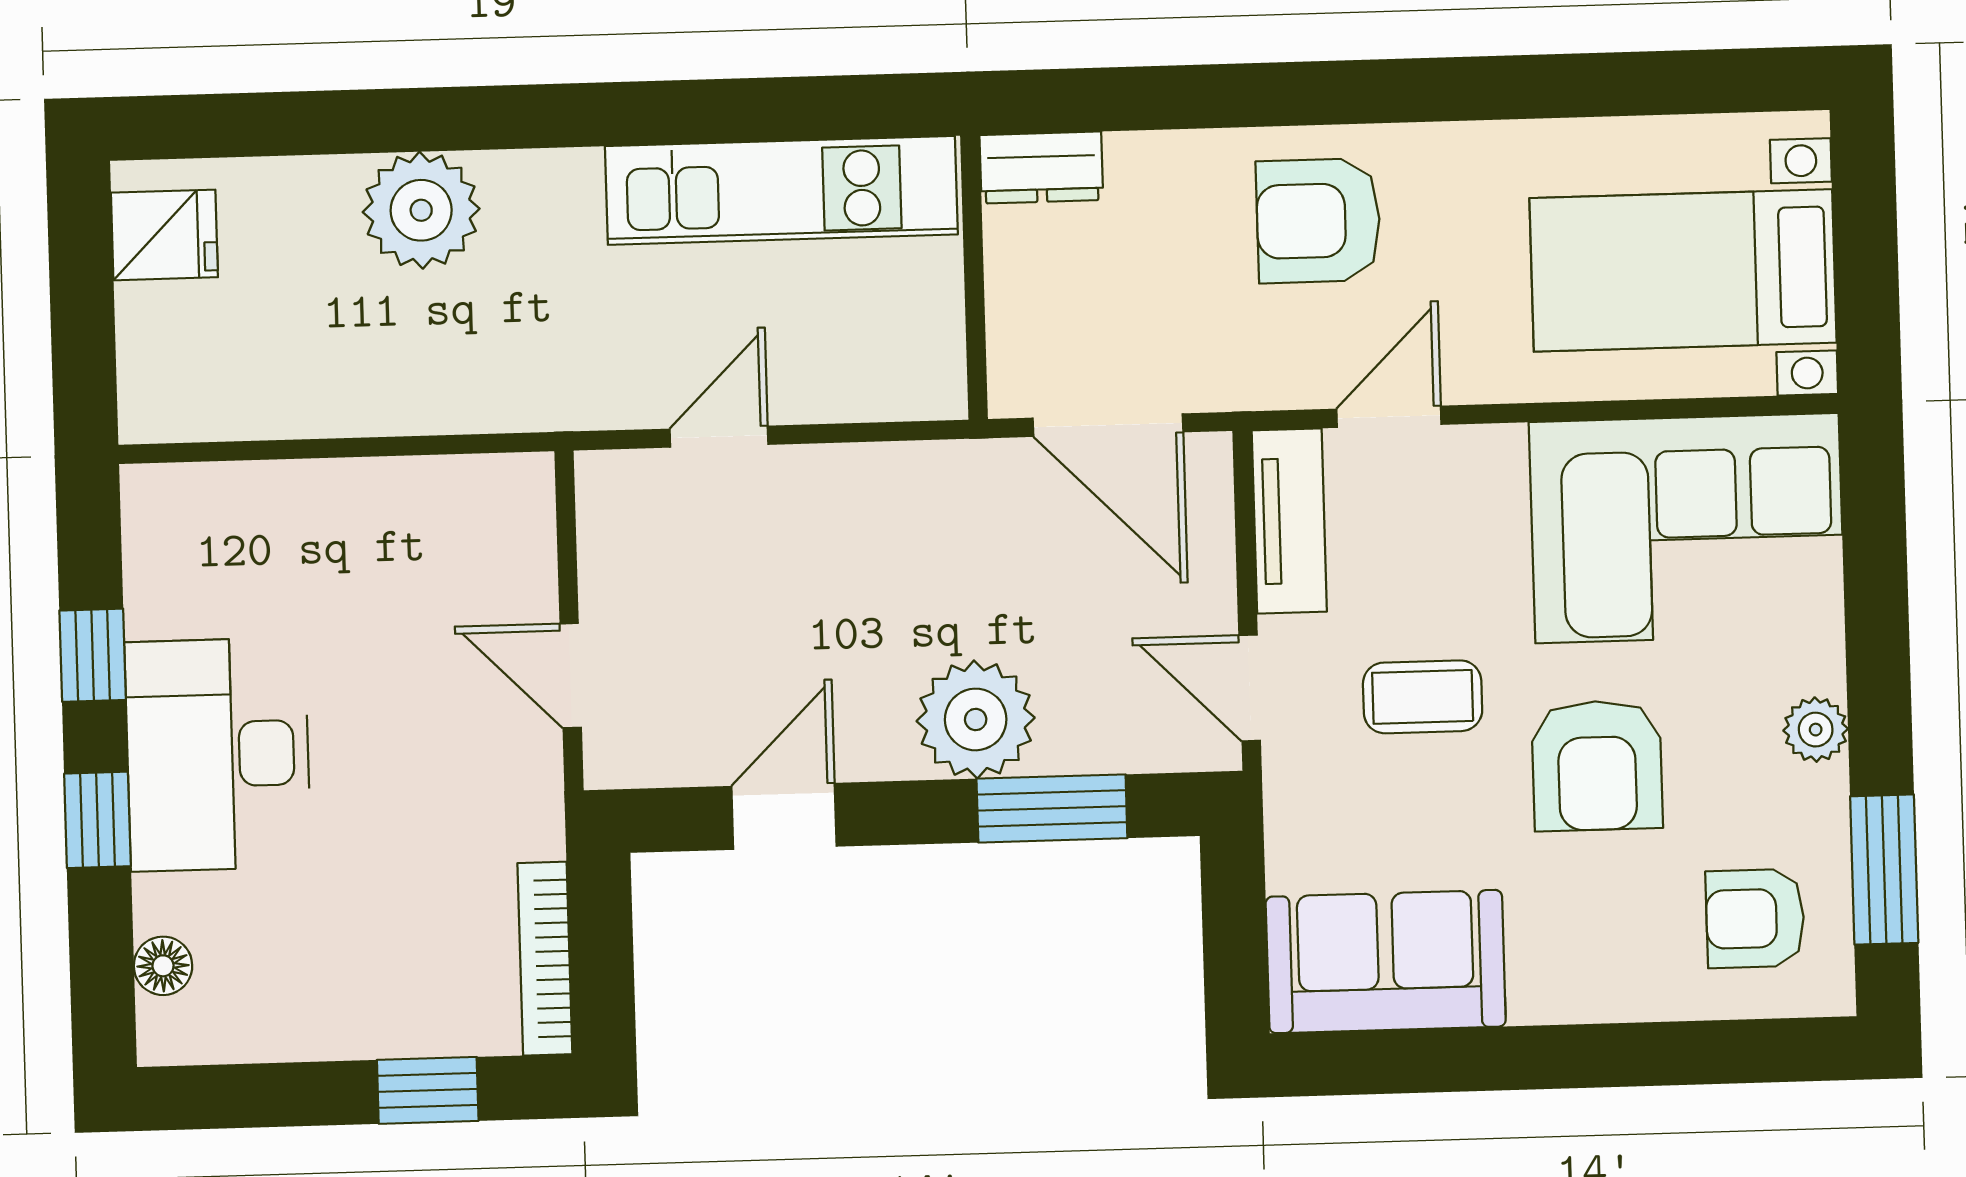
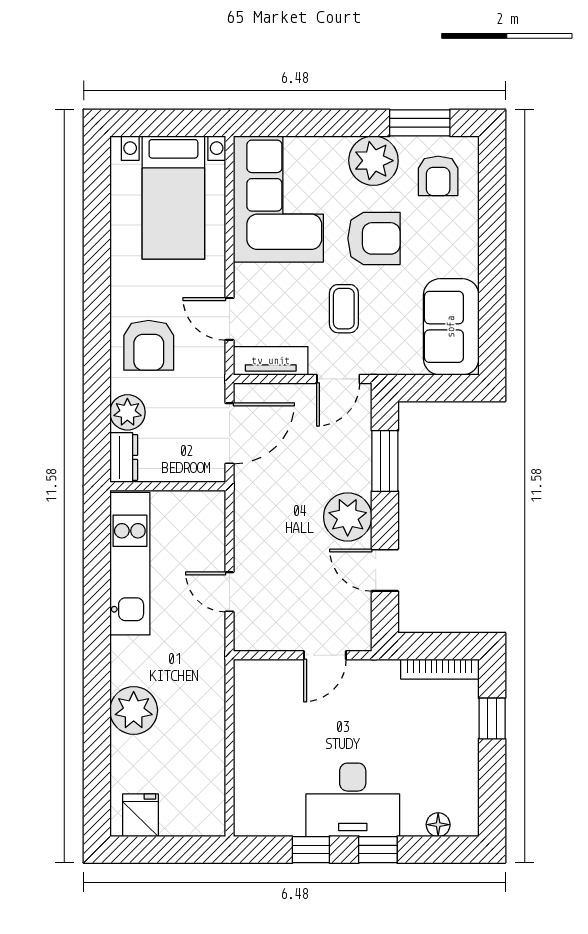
plant: (1152, 173) -> (127, 412), added
plant: (976, 719) -> (348, 517), moved
plant: (1816, 730) -> (373, 161), width x1.87, depth x1.87

